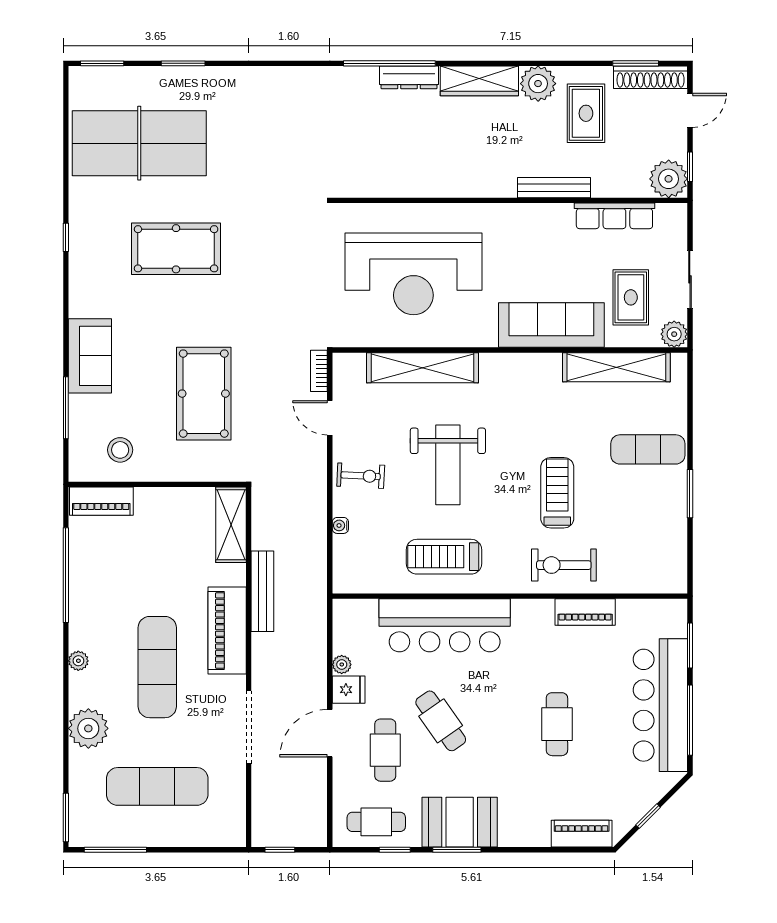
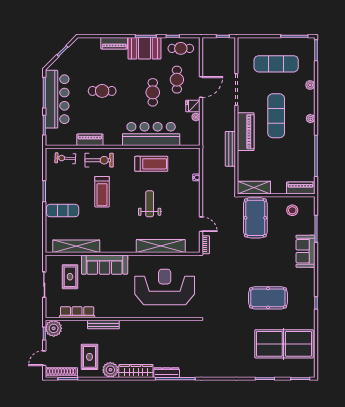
plant: (674, 334) -> (51, 261), removed
pool table: (204, 394) -> (255, 218), moved
weight bench: (448, 465) -> (150, 204), width x0.73, depth x0.75
exercise bike: (361, 476) -> (65, 158), moved
shelving: (231, 525) -> (254, 188), moved, turned 90
cafe table: (441, 721) -> (153, 92), turned 35
cafe table: (557, 724) -> (102, 91), turned 90
plant: (88, 728) -> (310, 85), width x0.53, depth x0.53
piano: (582, 834) -> (114, 43), moved

